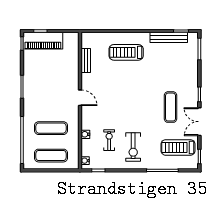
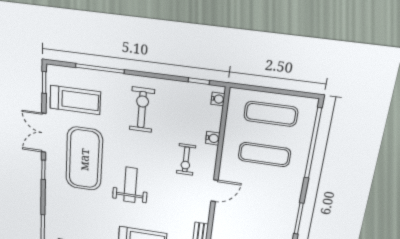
weight bench: (137, 93) -> (130, 185), added
door: (80, 98) -> (214, 191), swing flipped
exercise mat: (171, 107) -> (84, 159), width x2.00, depth x1.45
double door: (199, 122) -> (44, 133), swing flipped
exercise bike: (109, 140) -> (186, 159), moved

